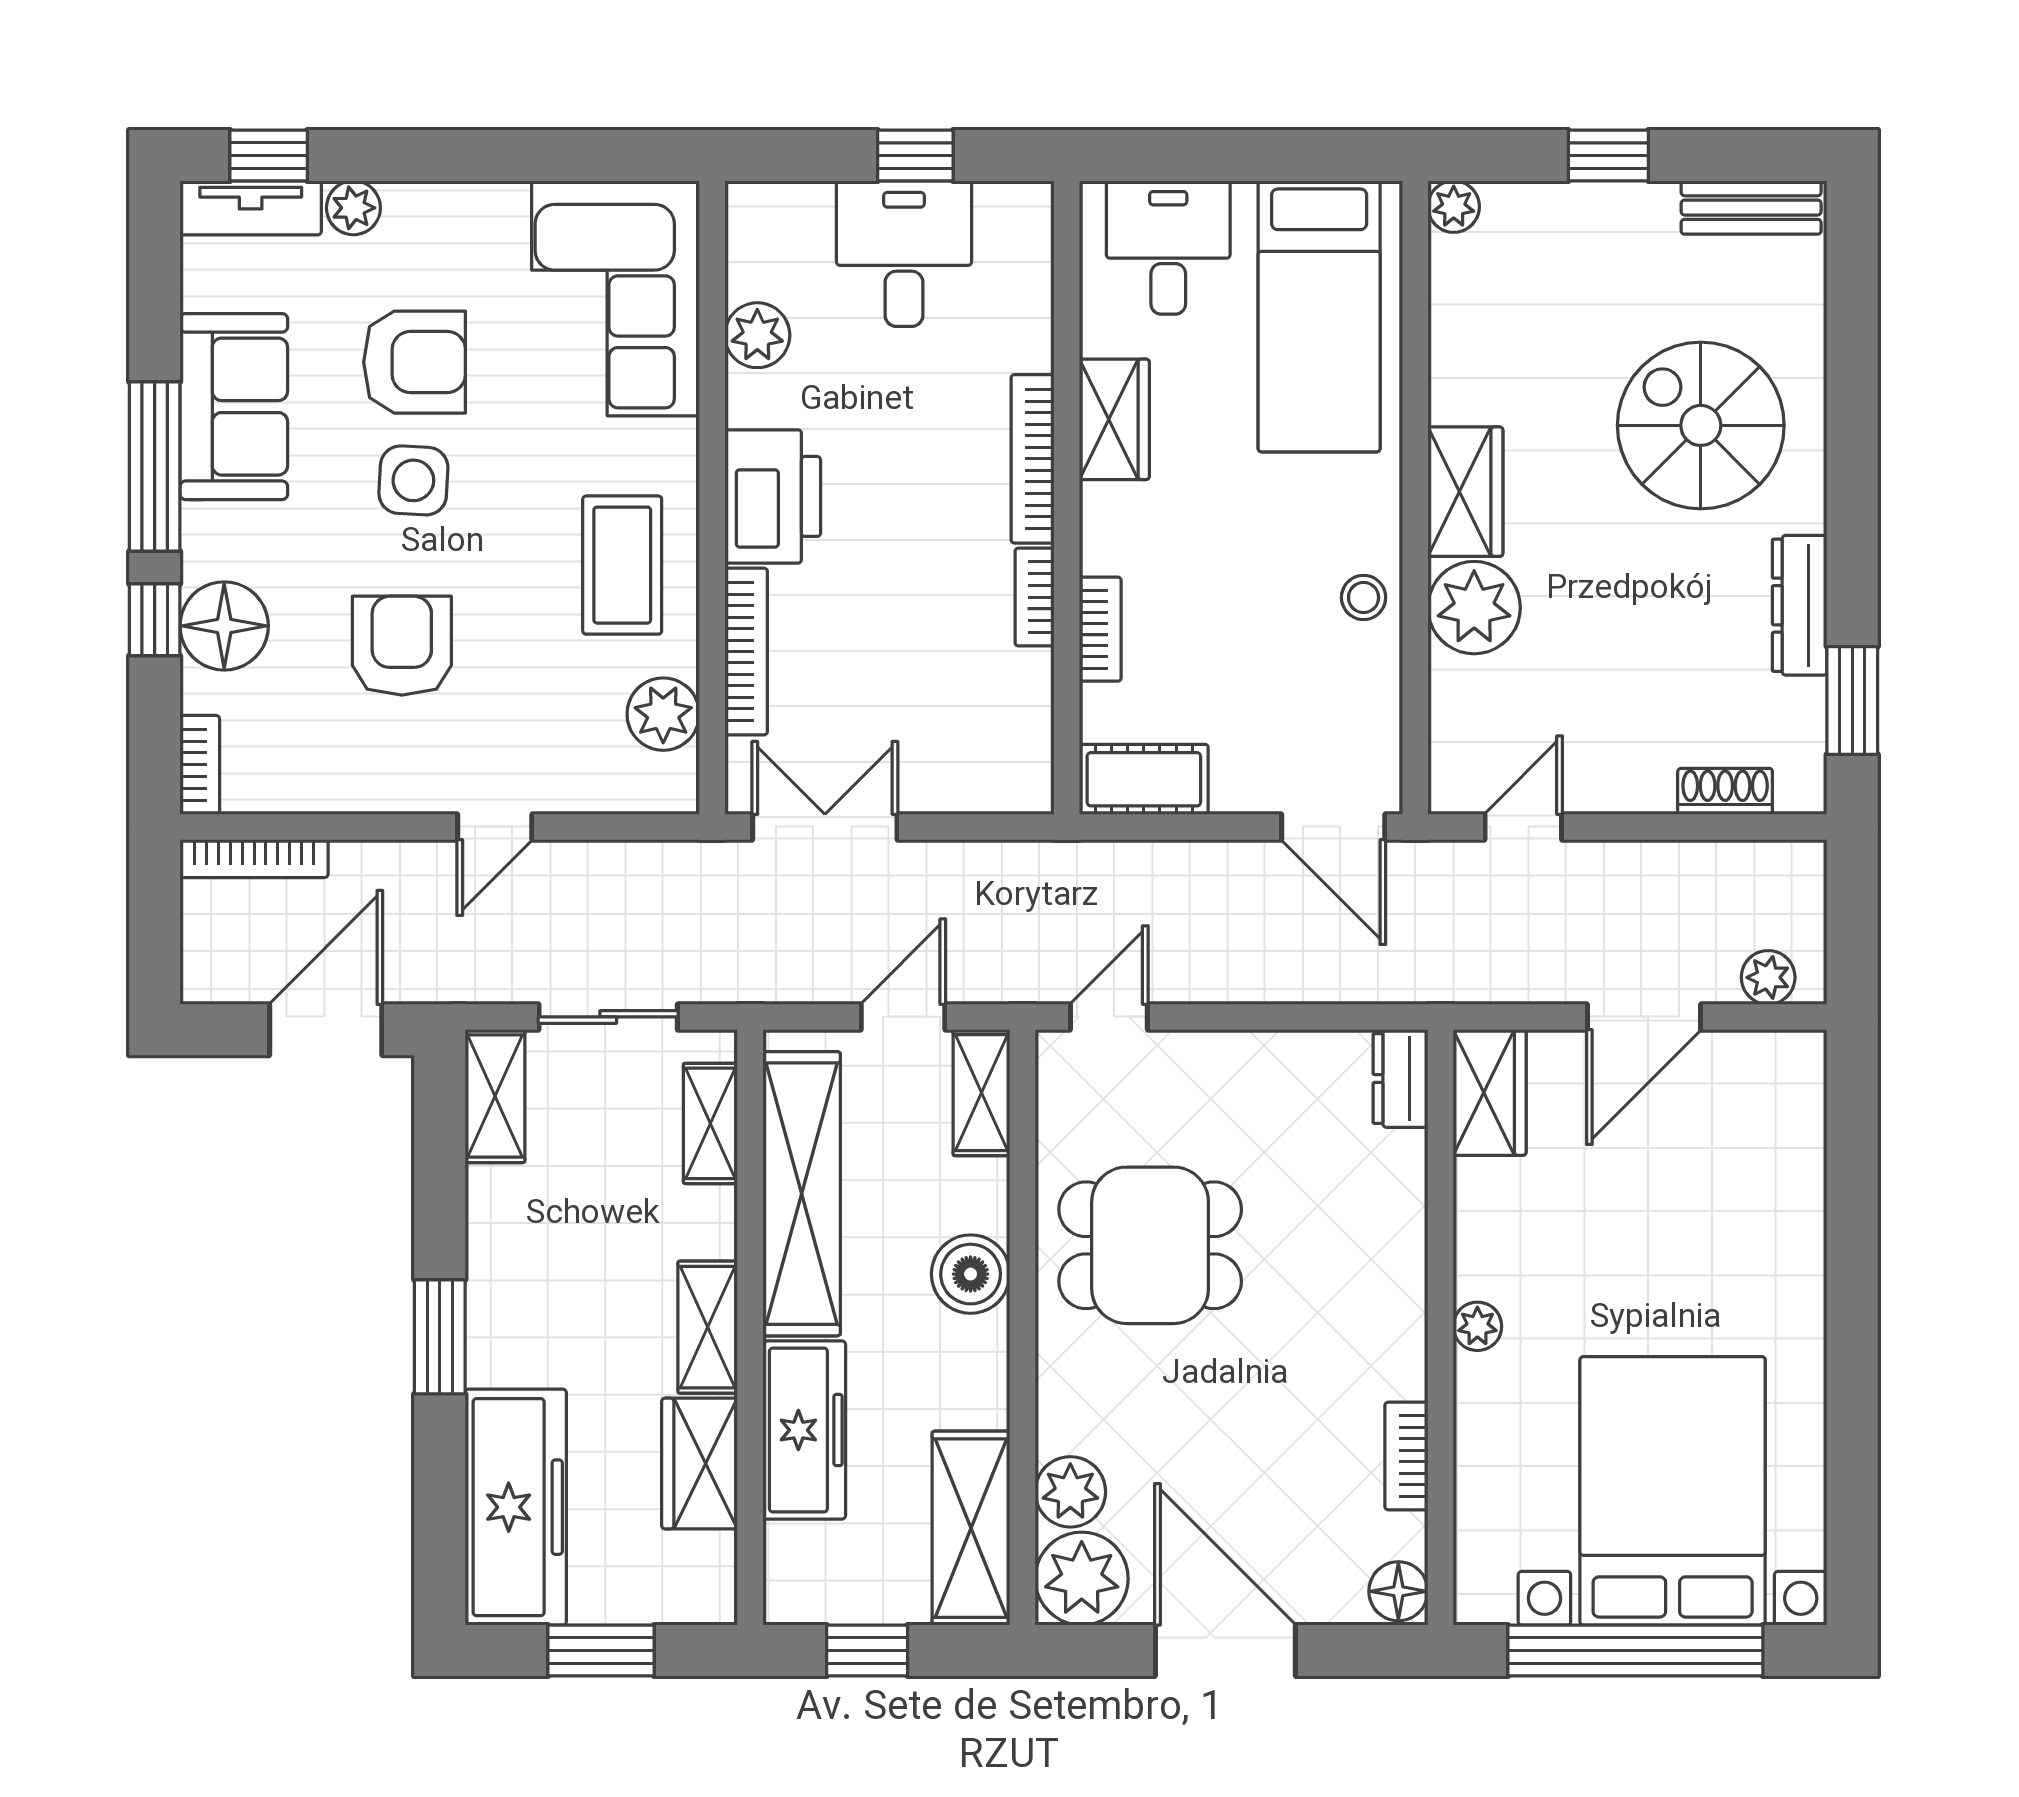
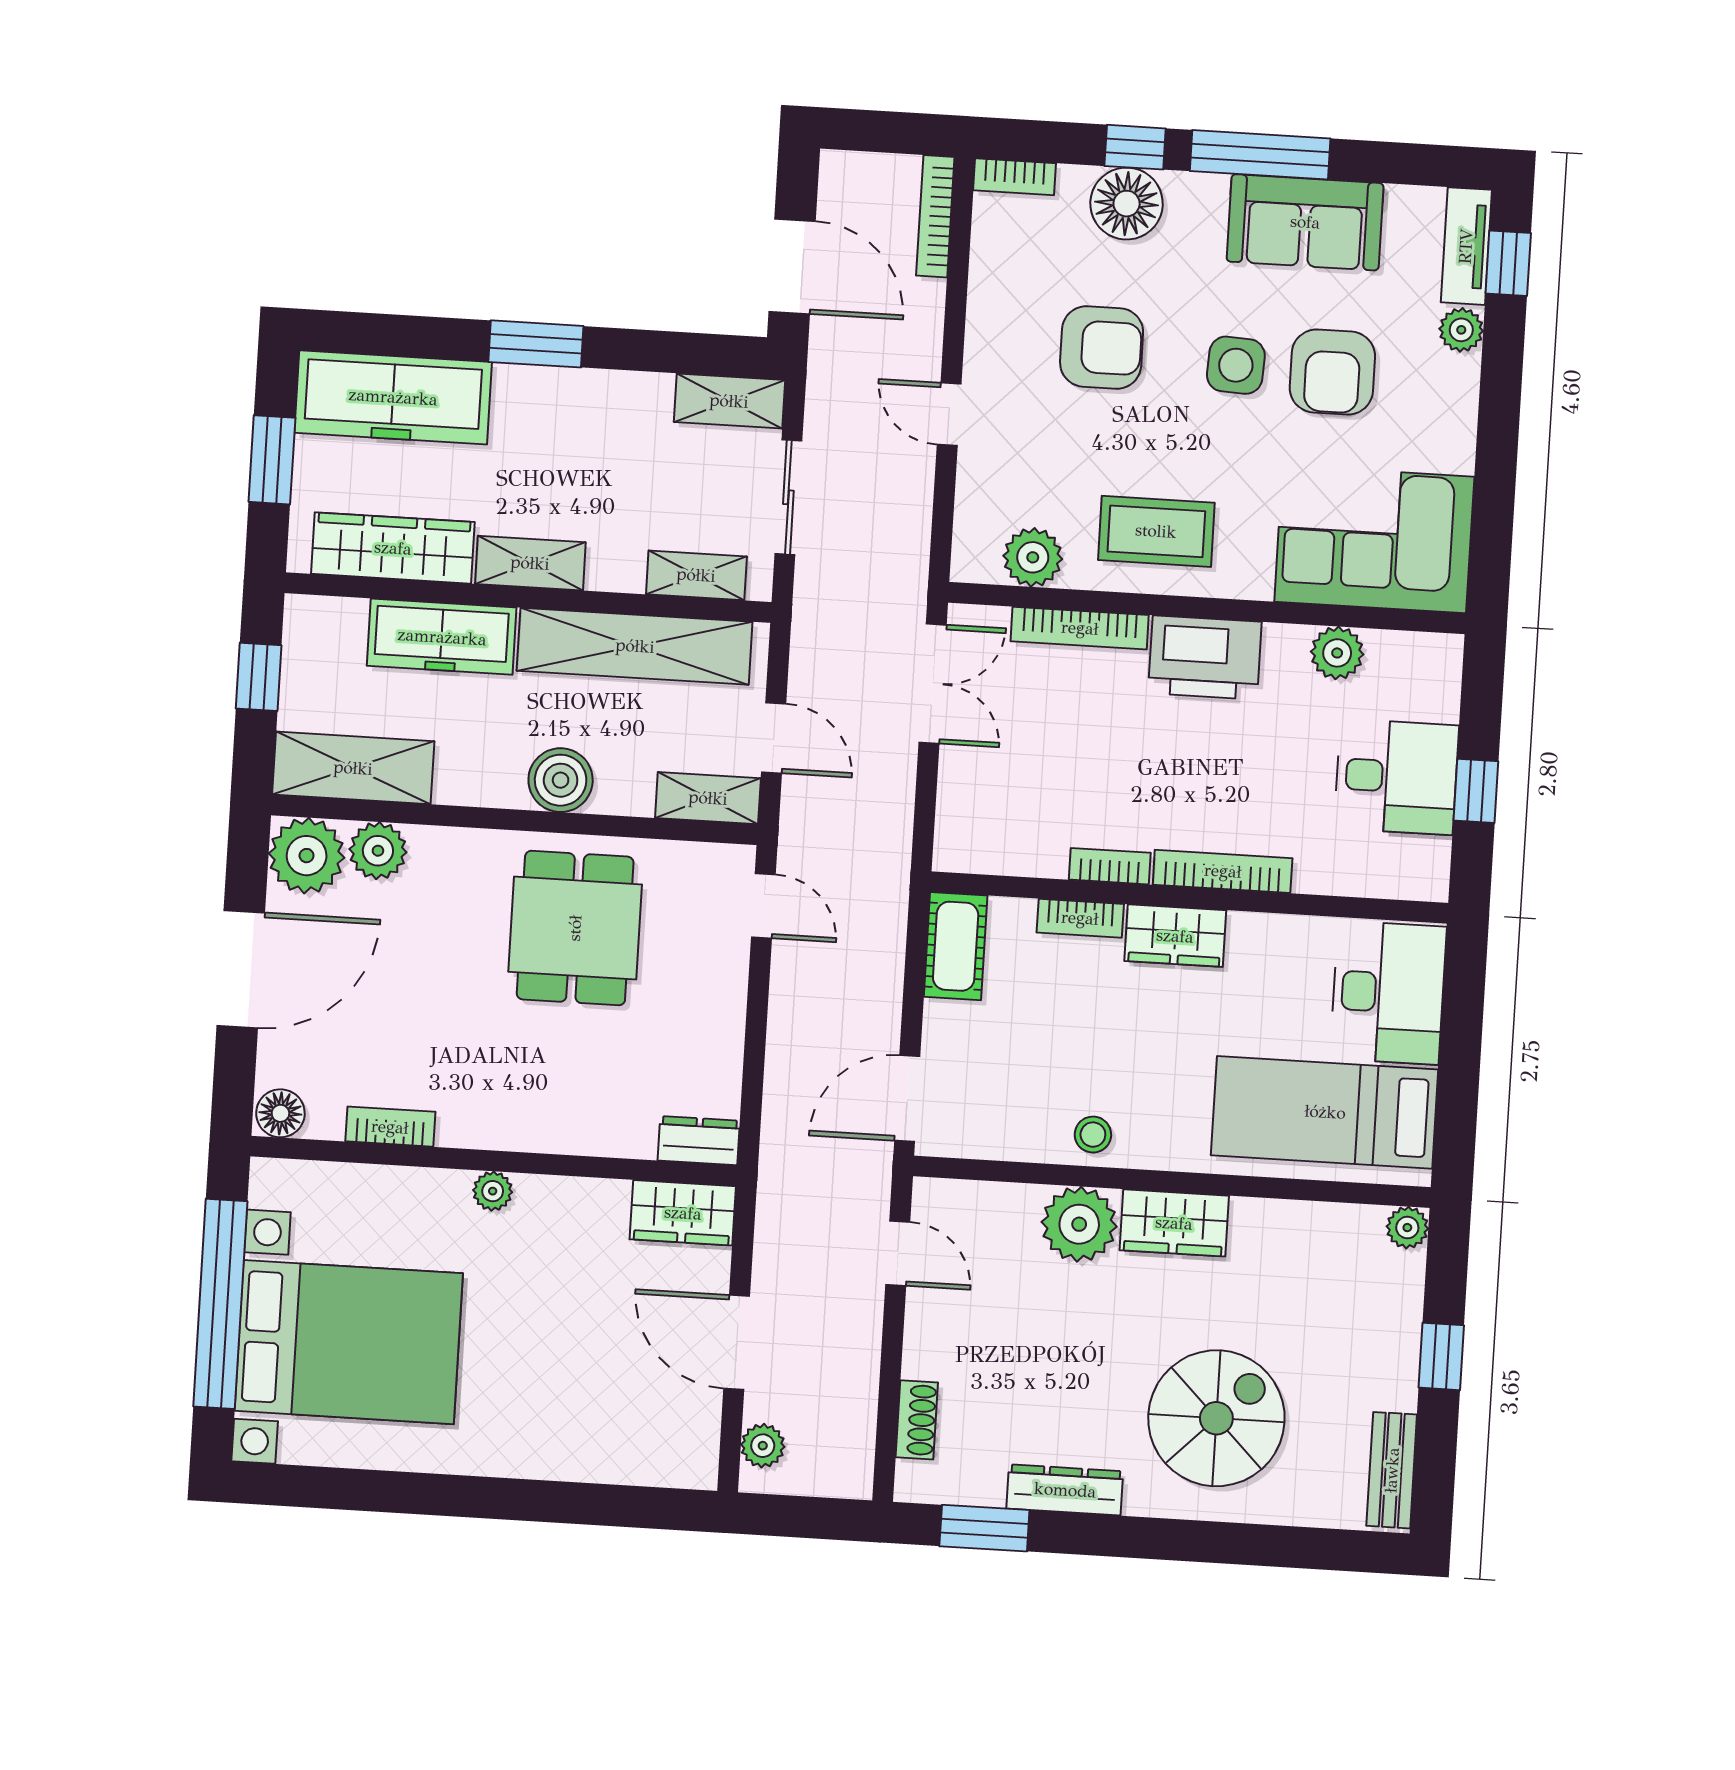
desk: (1168, 248) -> (1388, 993), width x1.37
wardrobe: (1114, 419) -> (1175, 936), moved
wardrobe: (700, 1464) -> (393, 548), width x1.50

